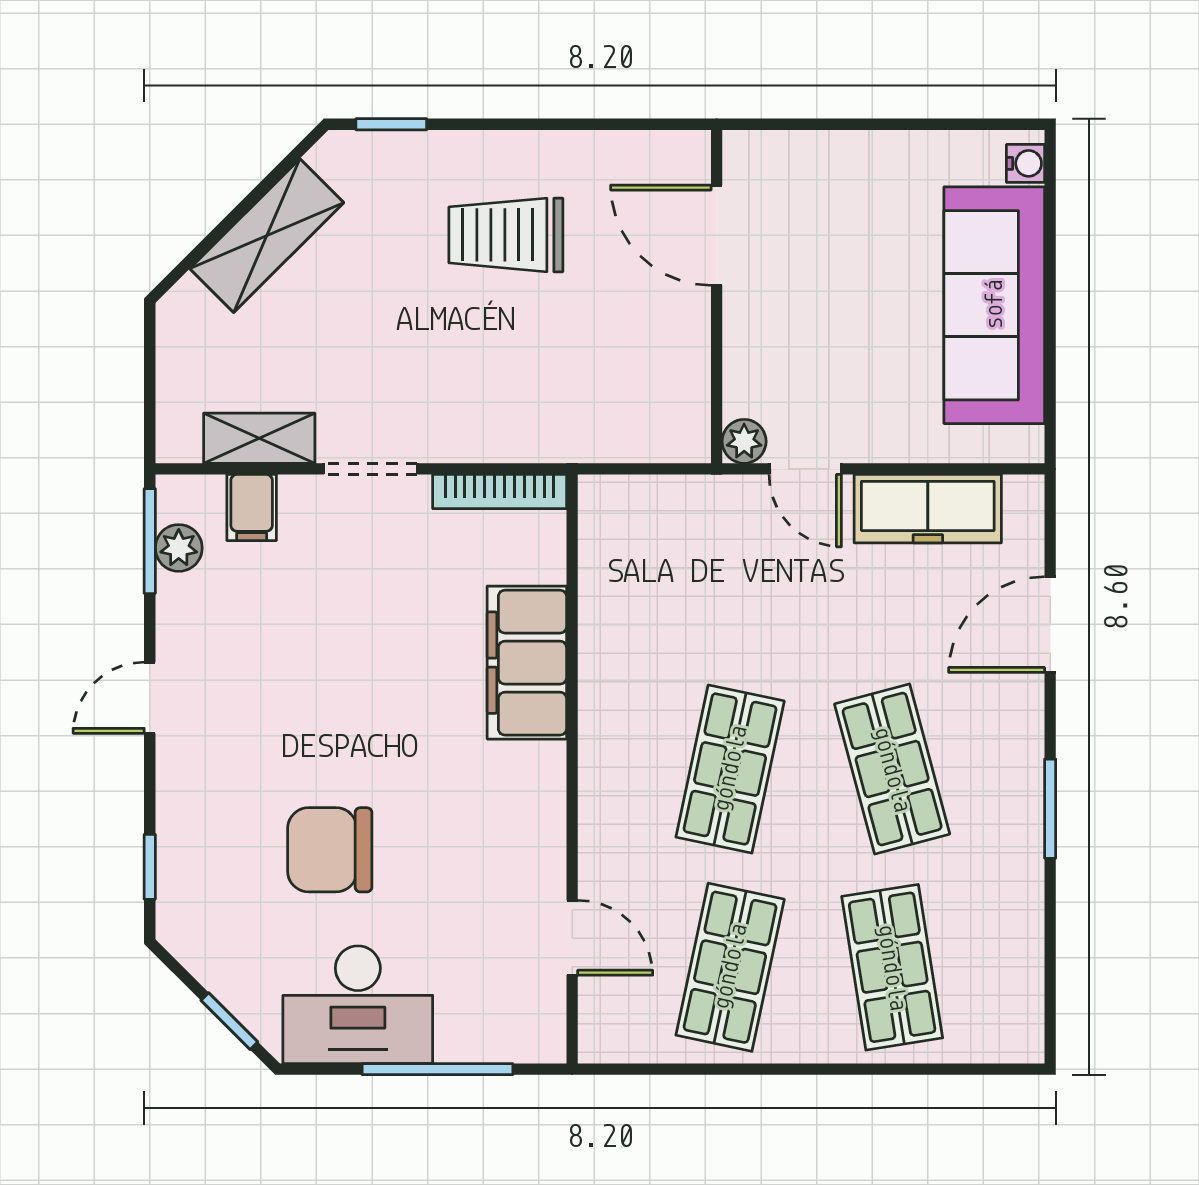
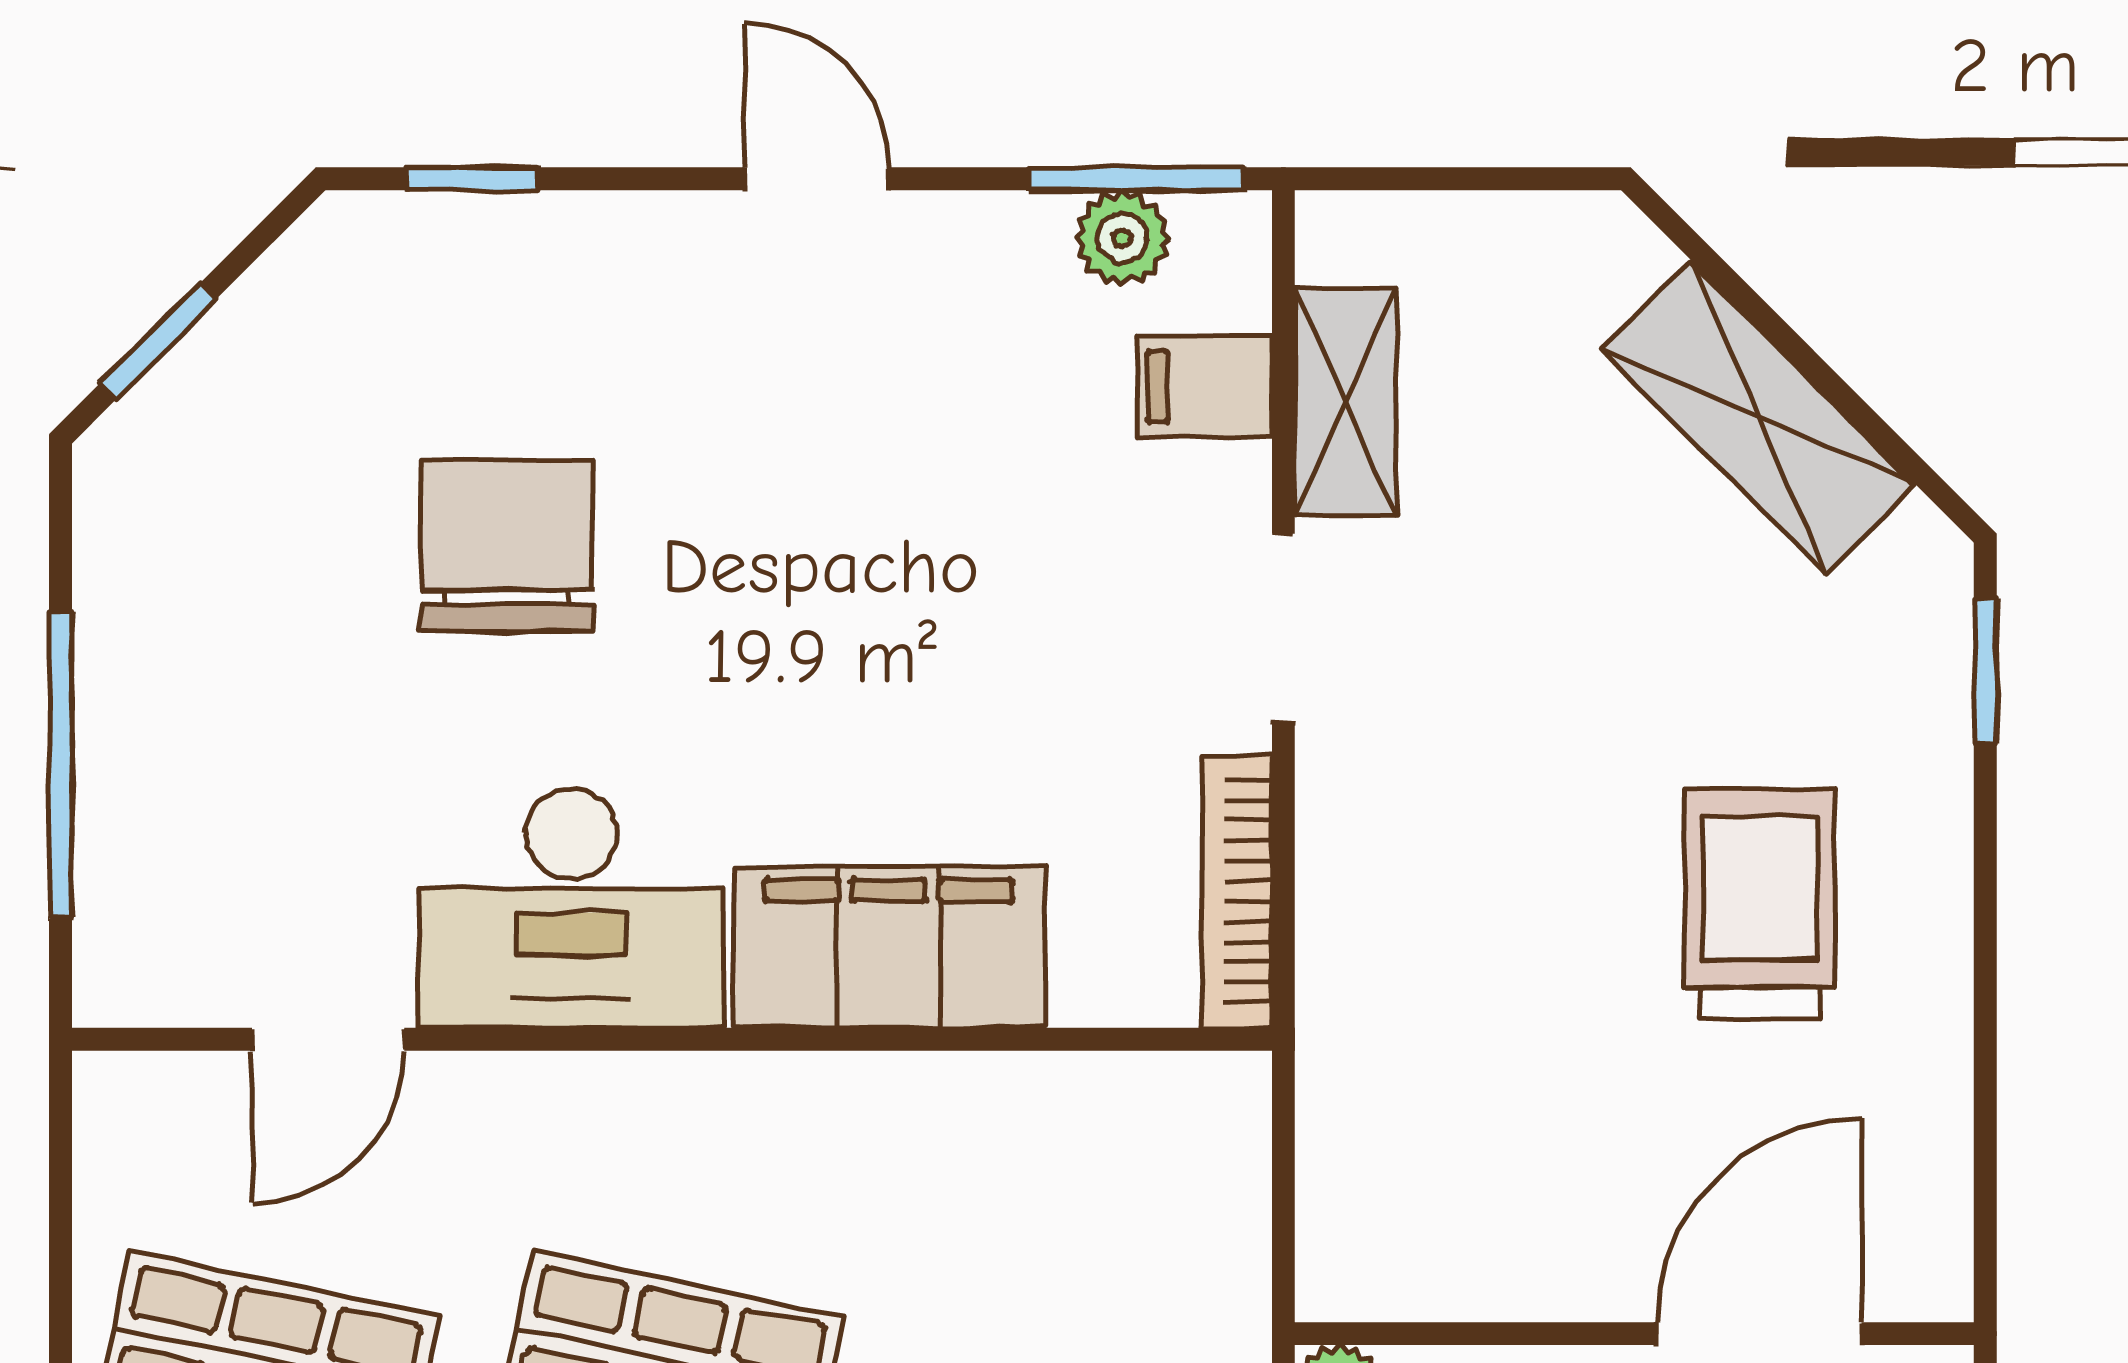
desk: (358, 1005) -> (571, 908), moved, turned -90

